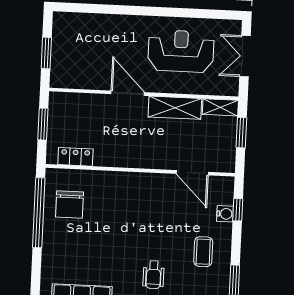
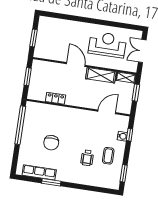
locker: (75, 157) -> (56, 98), moved
door: (192, 173) -> (107, 112), swing flipped
chair: (70, 204) -> (51, 143), moved
wheelchair: (153, 275) -> (87, 158), moved

